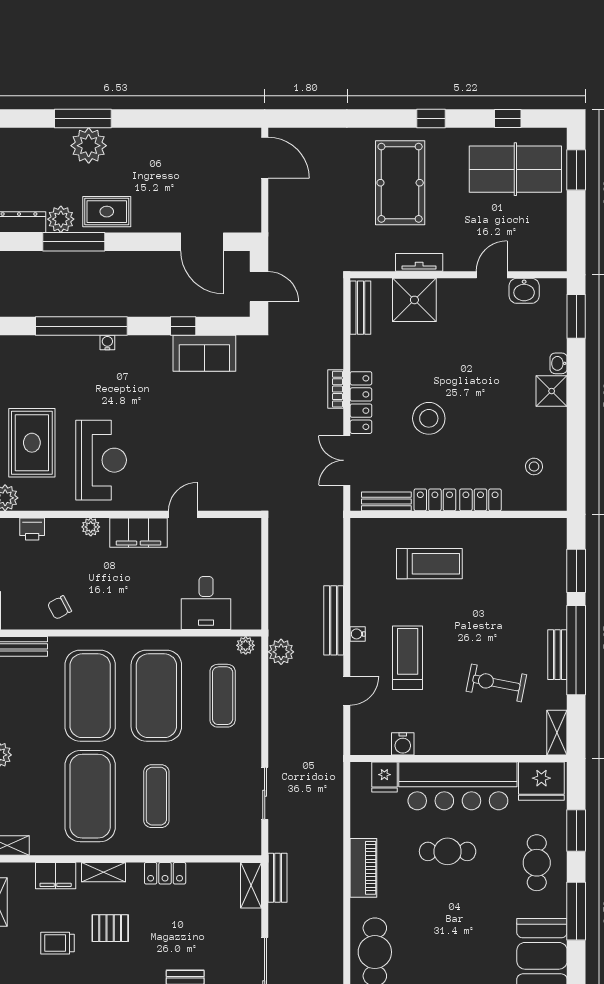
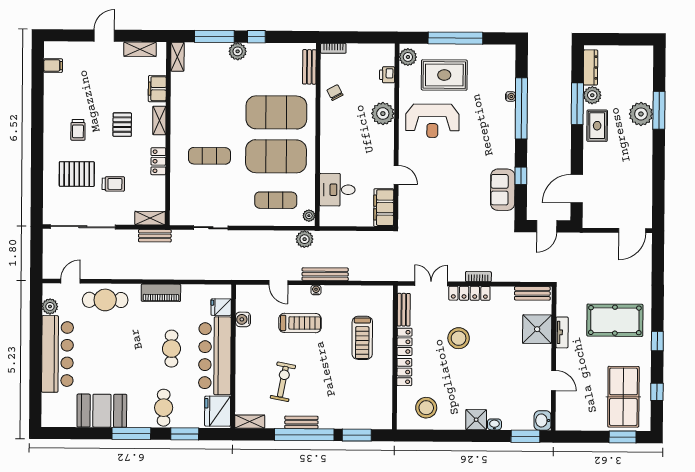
washbasin: (524, 291) -> (543, 420), moved
water cooler: (107, 343) -> (511, 96), moved
stool: (534, 466) -> (426, 408), width x1.89, depth x1.89
plant: (91, 527) -> (383, 114), width x1.88, depth x1.88
filing cabinet: (138, 533) -> (384, 208), moved
exercise mat: (90, 796) -> (210, 112), removed
cafe table: (537, 863) -> (164, 408), turned 90
trolley: (57, 943) -> (113, 184), moved, turned 90

